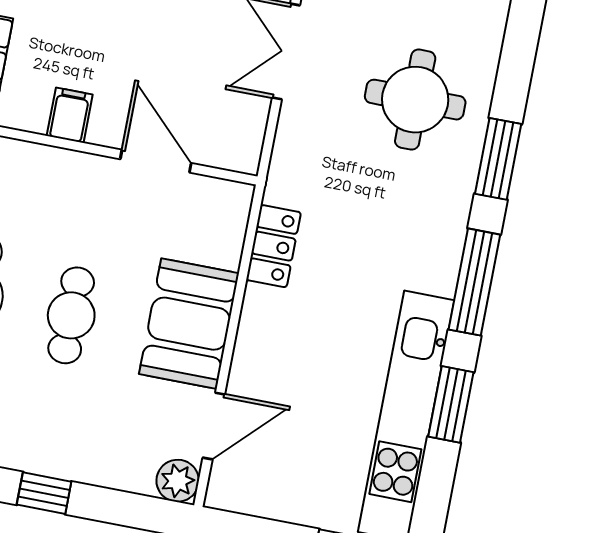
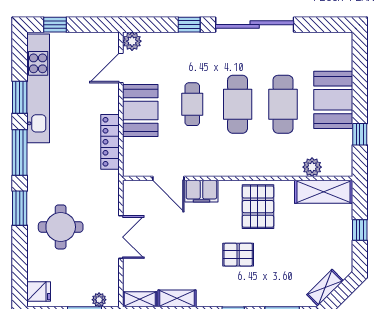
filing cabinet: (70, 115) -> (201, 191), width x2.00
locker: (274, 246) -> (110, 142), width x1.53

